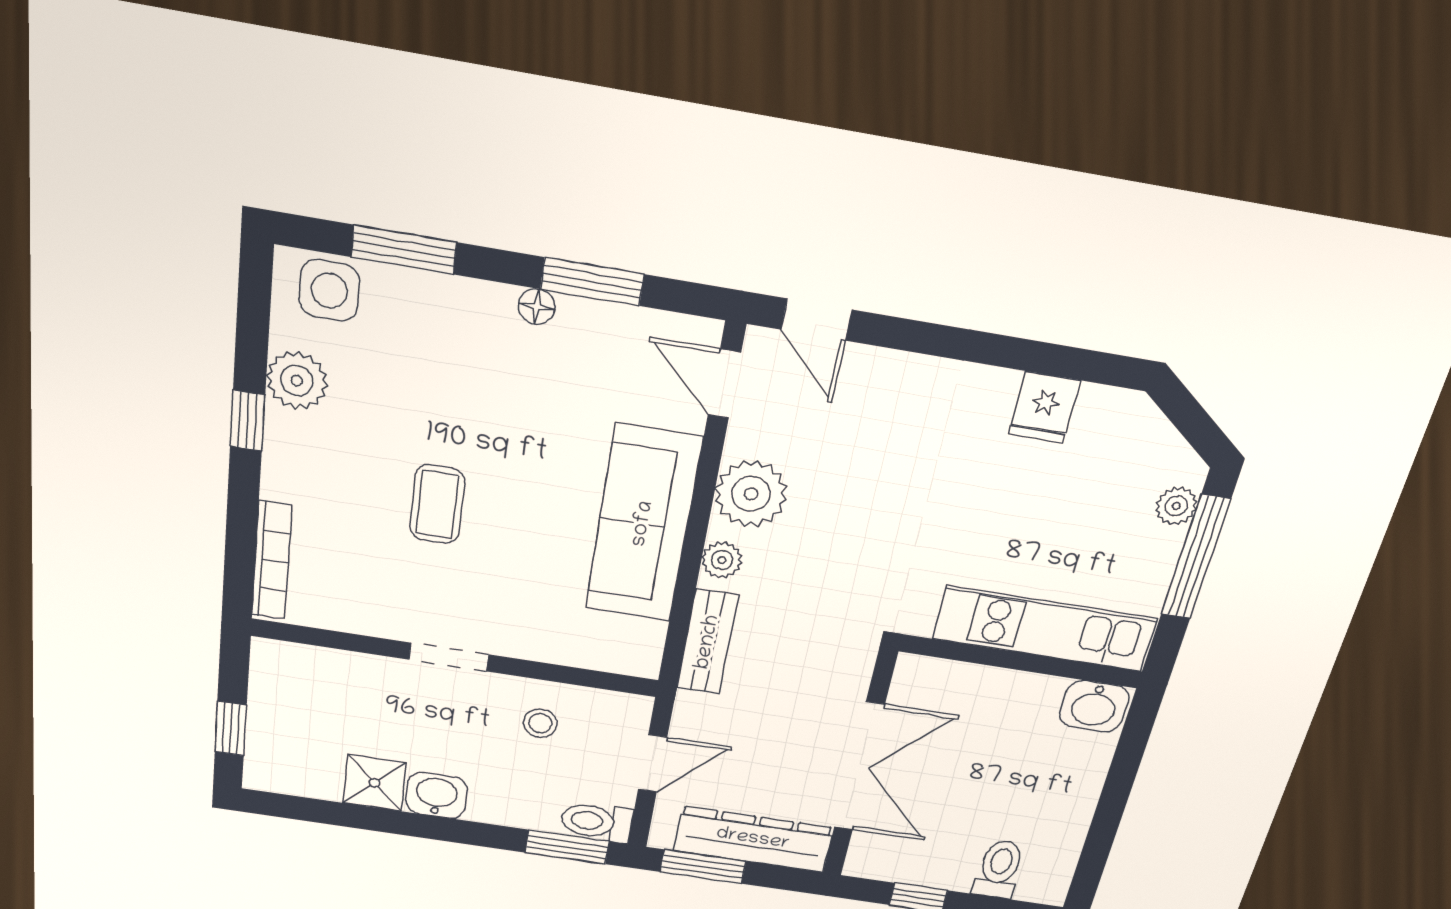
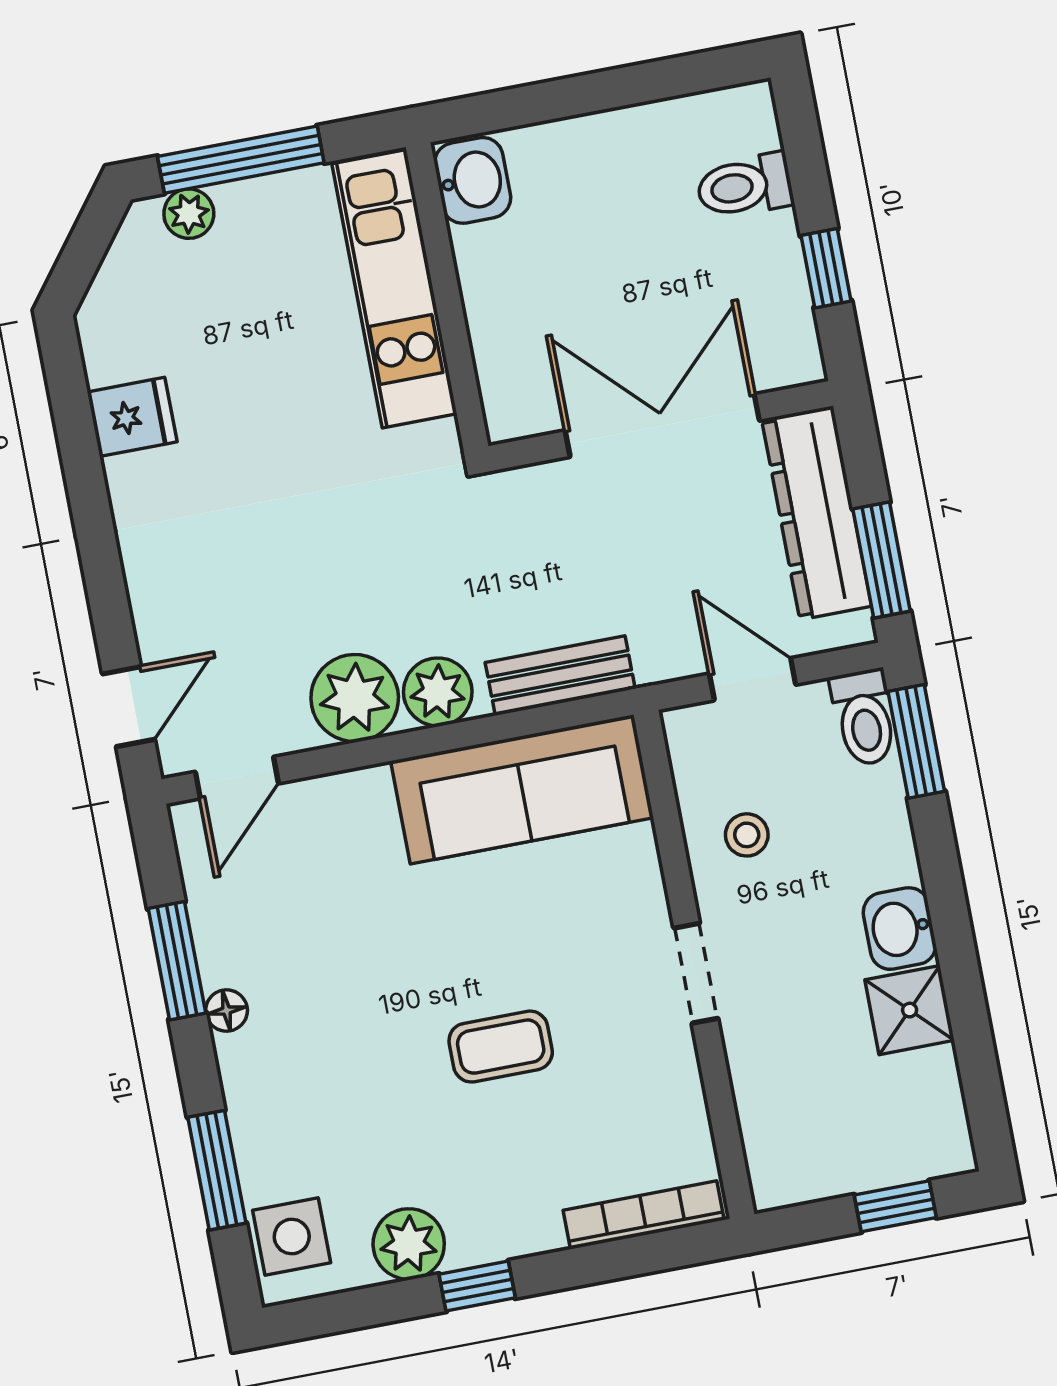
sofa: (643, 524) -> (522, 789), moved
plant: (722, 560) -> (438, 692), width x1.38, depth x1.38

